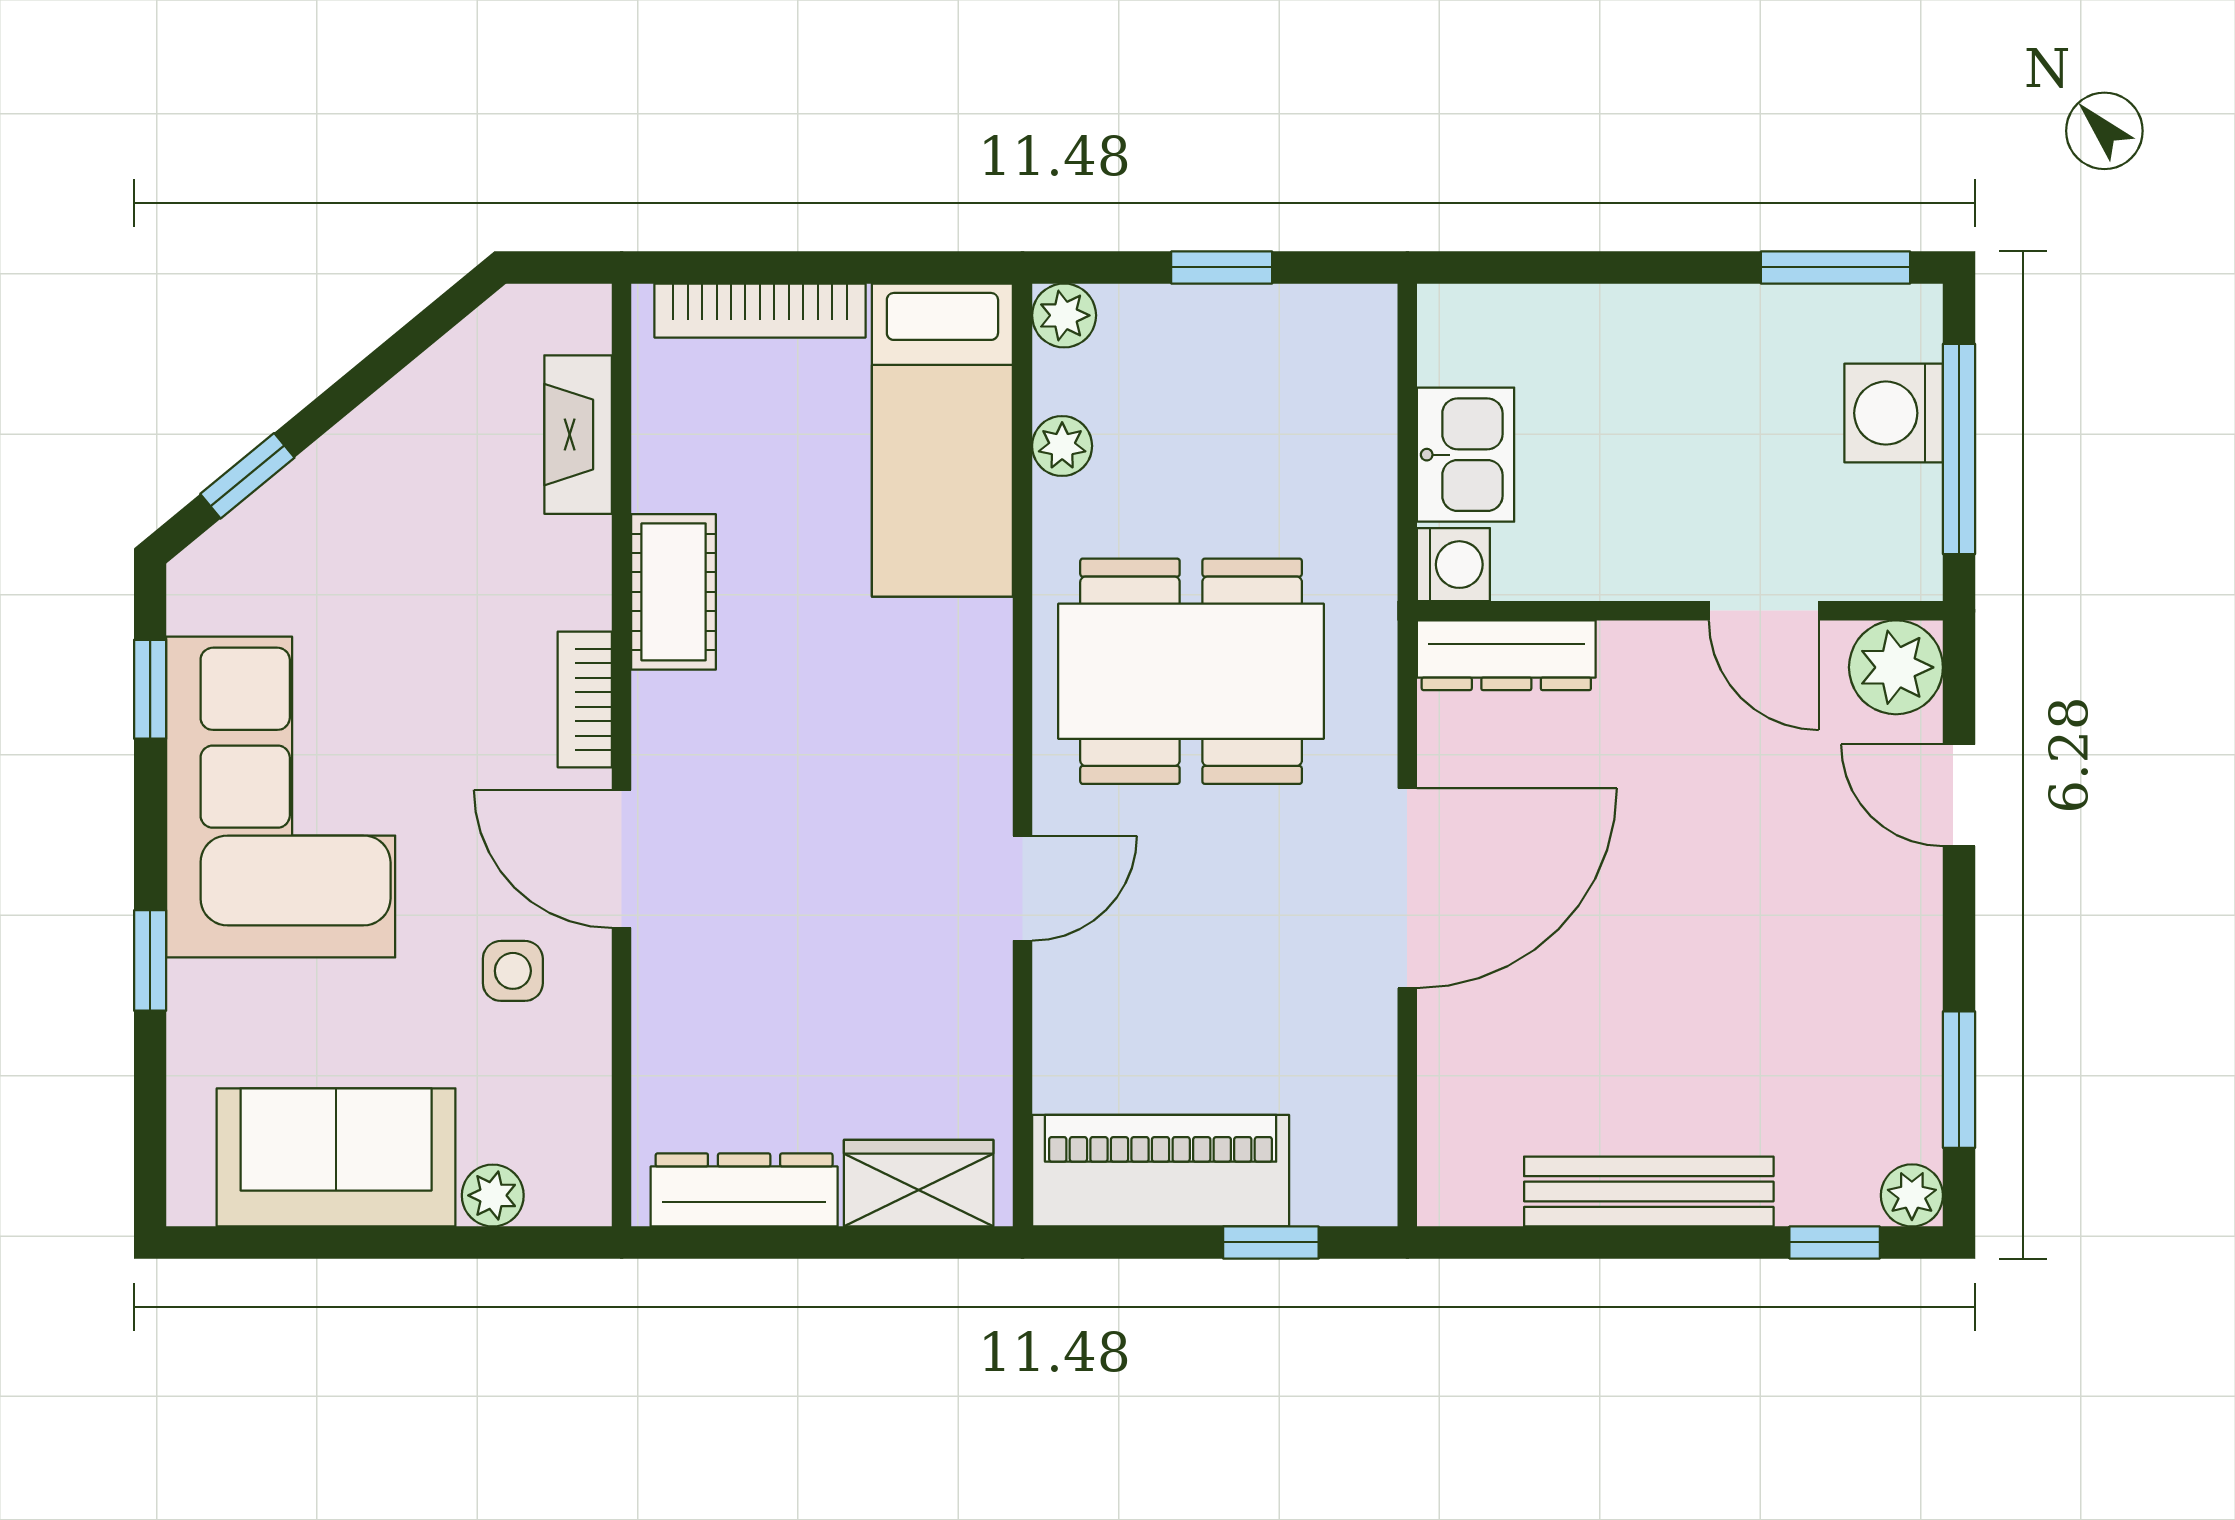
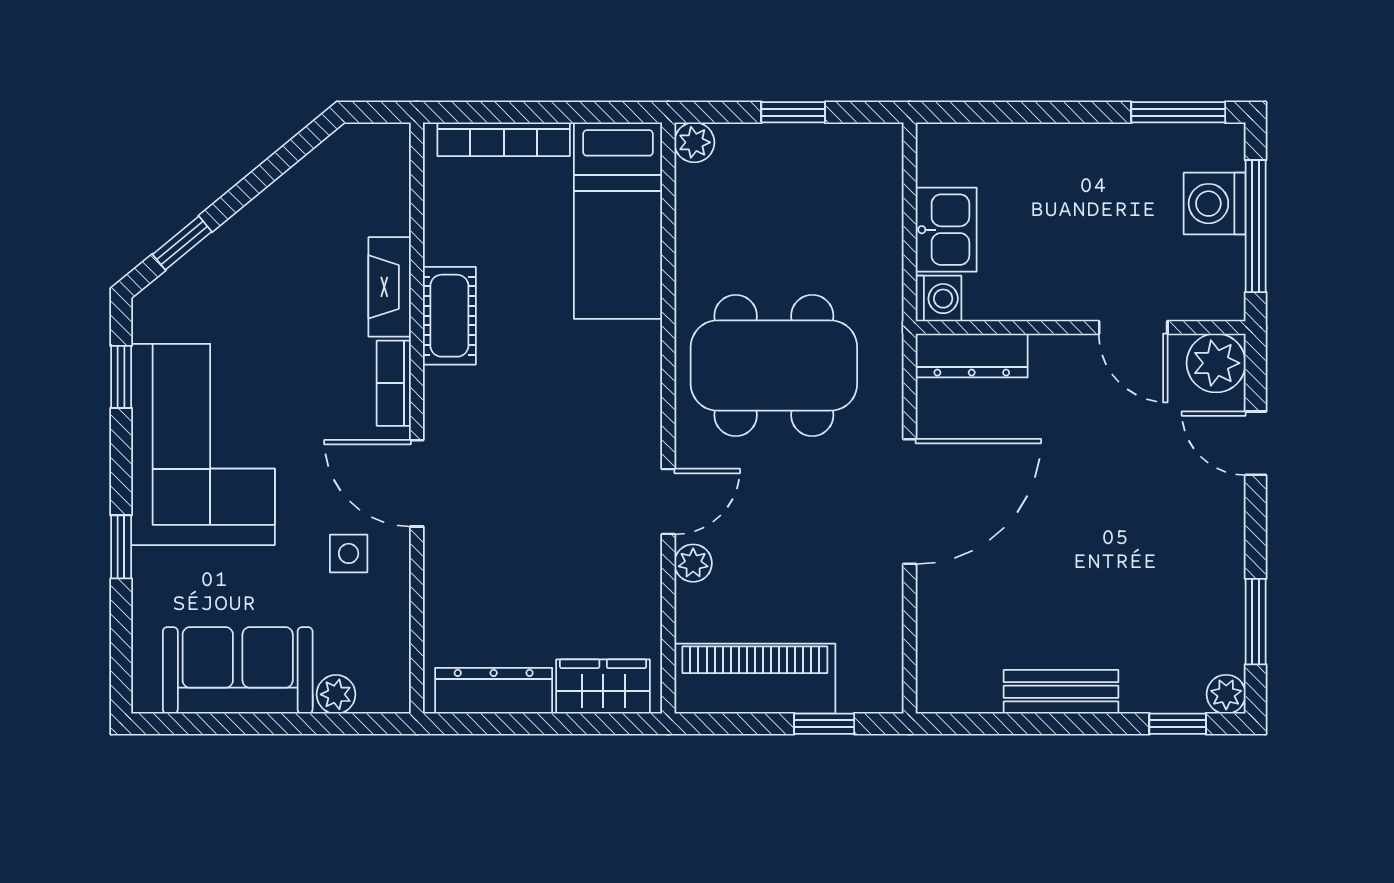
fireplace: (578, 435) -> (390, 287), moved
plant: (1062, 446) -> (693, 563), moved
bench: (1649, 1192) -> (1061, 692), width x0.73

